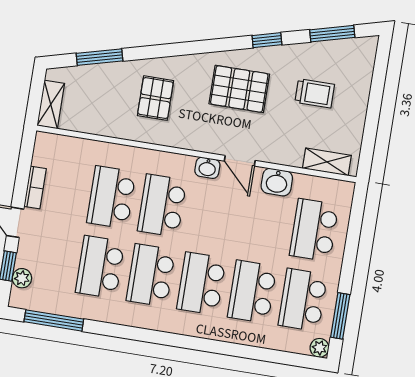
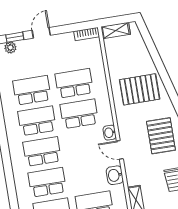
window: (99, 57) -> (152, 49), removed
pallet: (155, 98) -> (140, 89), width x1.50, depth x1.42
door: (240, 161) -> (120, 150), hinge flipped
bookcase: (35, 188) -> (87, 34), moved

